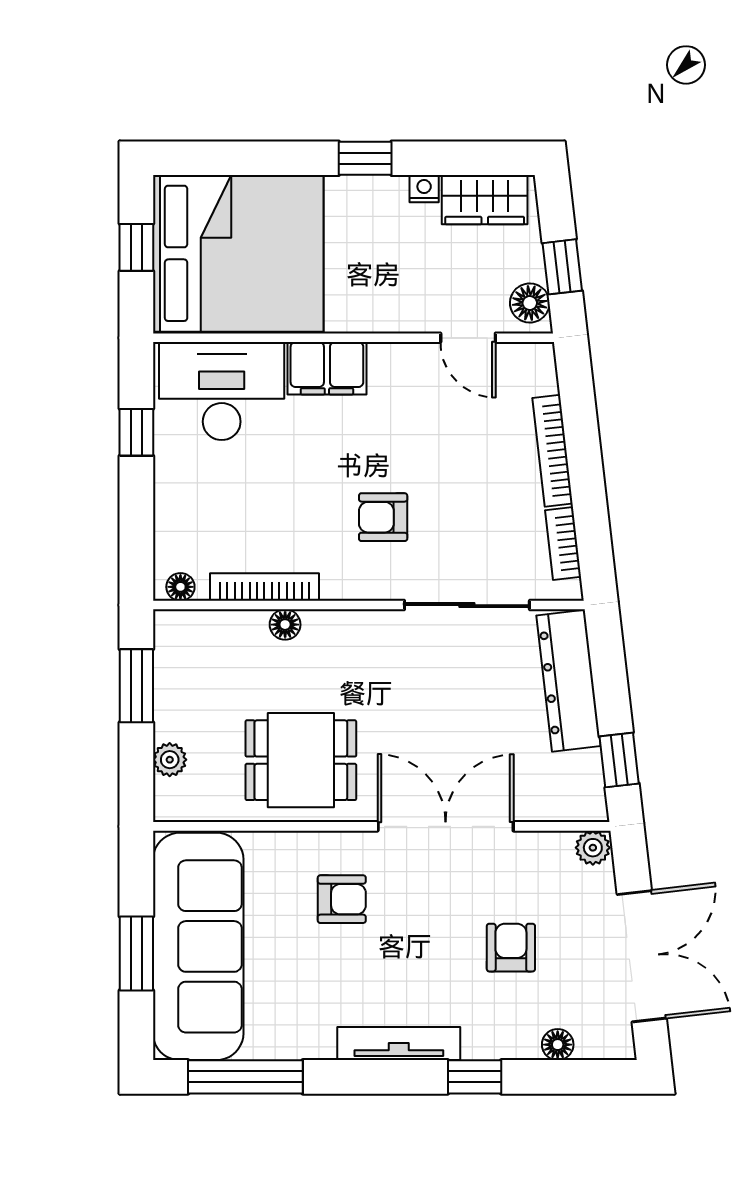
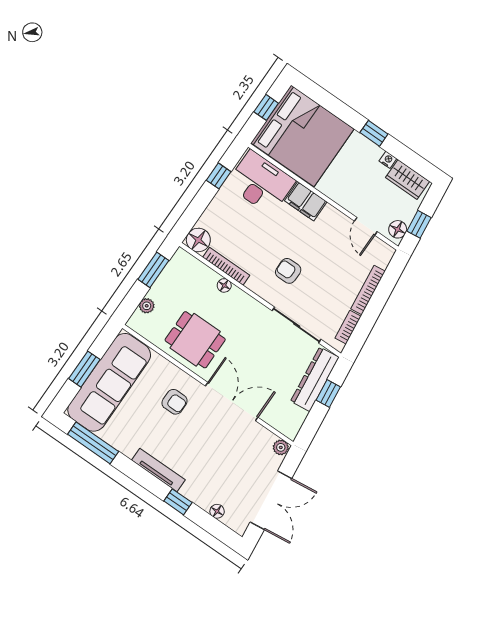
floor lamp: (180, 587) -> (198, 240), width x1.89, depth x1.89
window: (619, 760) -> (328, 394), moved
armchair: (511, 948) -> (225, 463), removed

